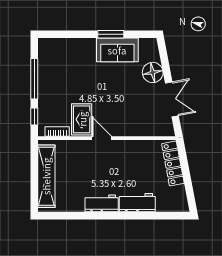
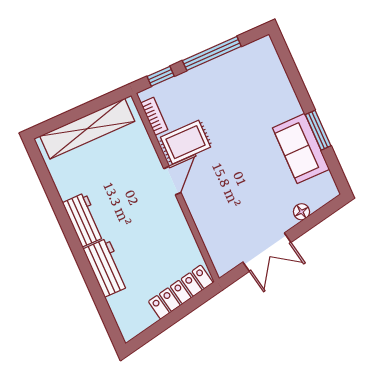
floor lamp: (153, 72) -> (302, 212), width x0.53, depth x0.53

